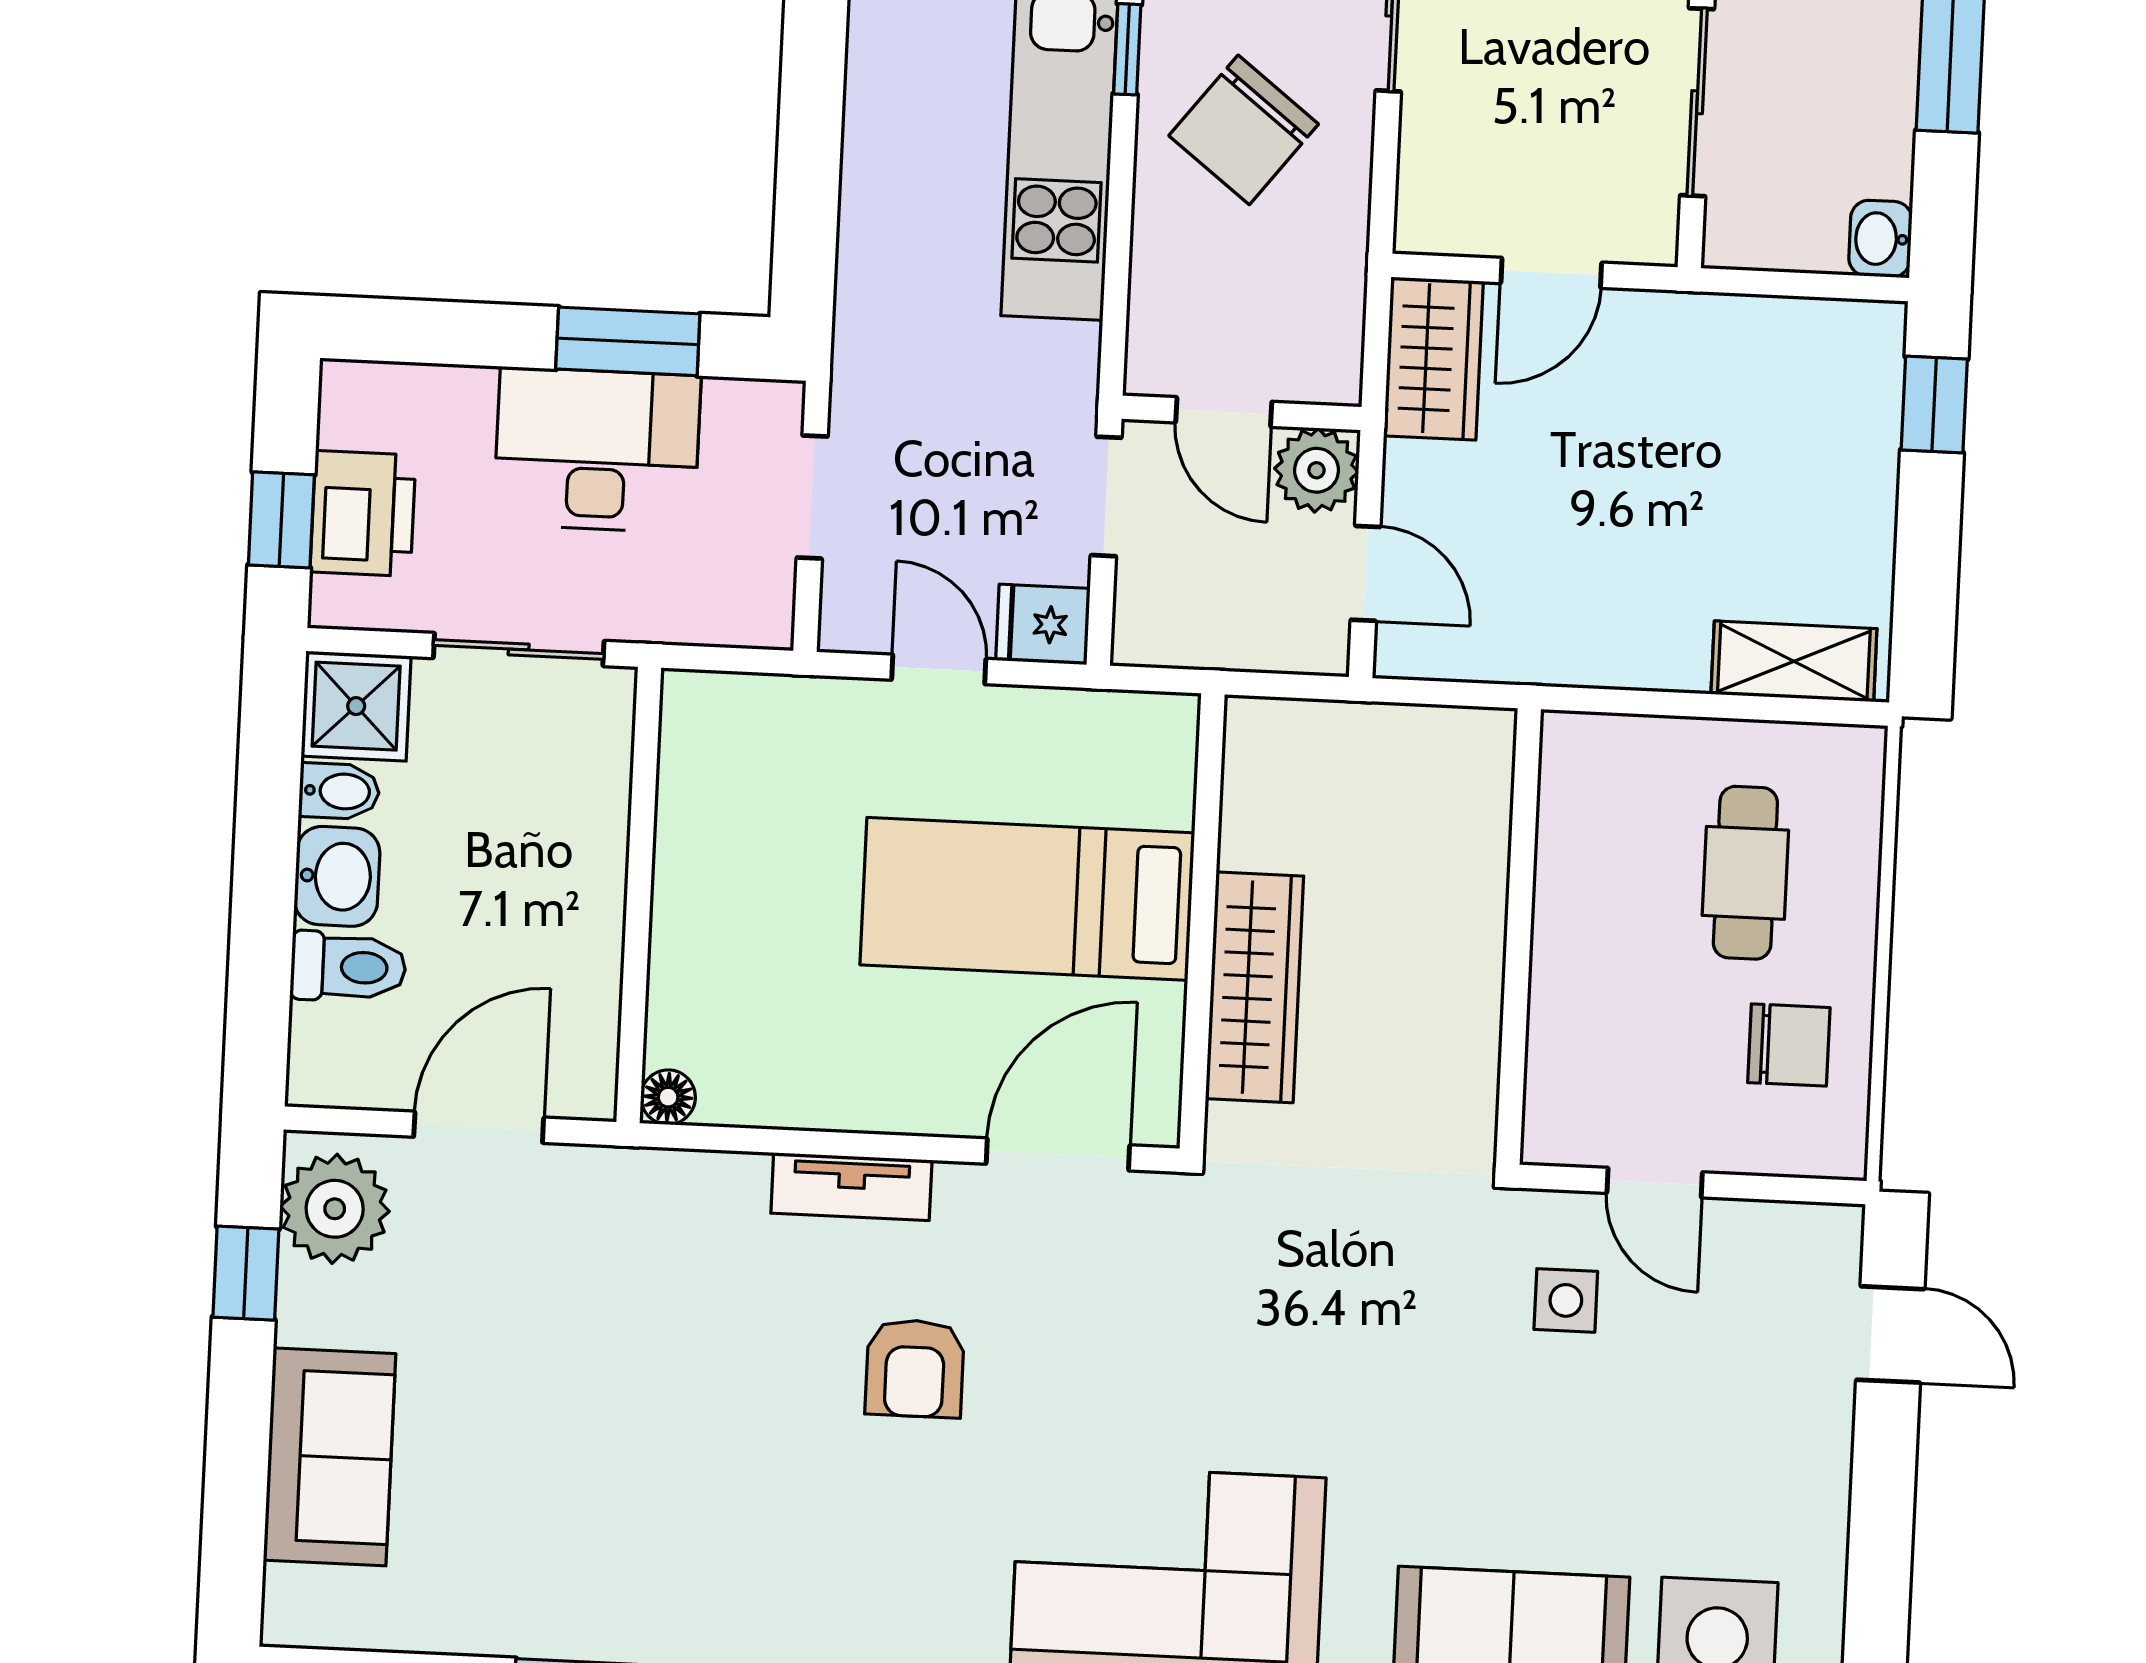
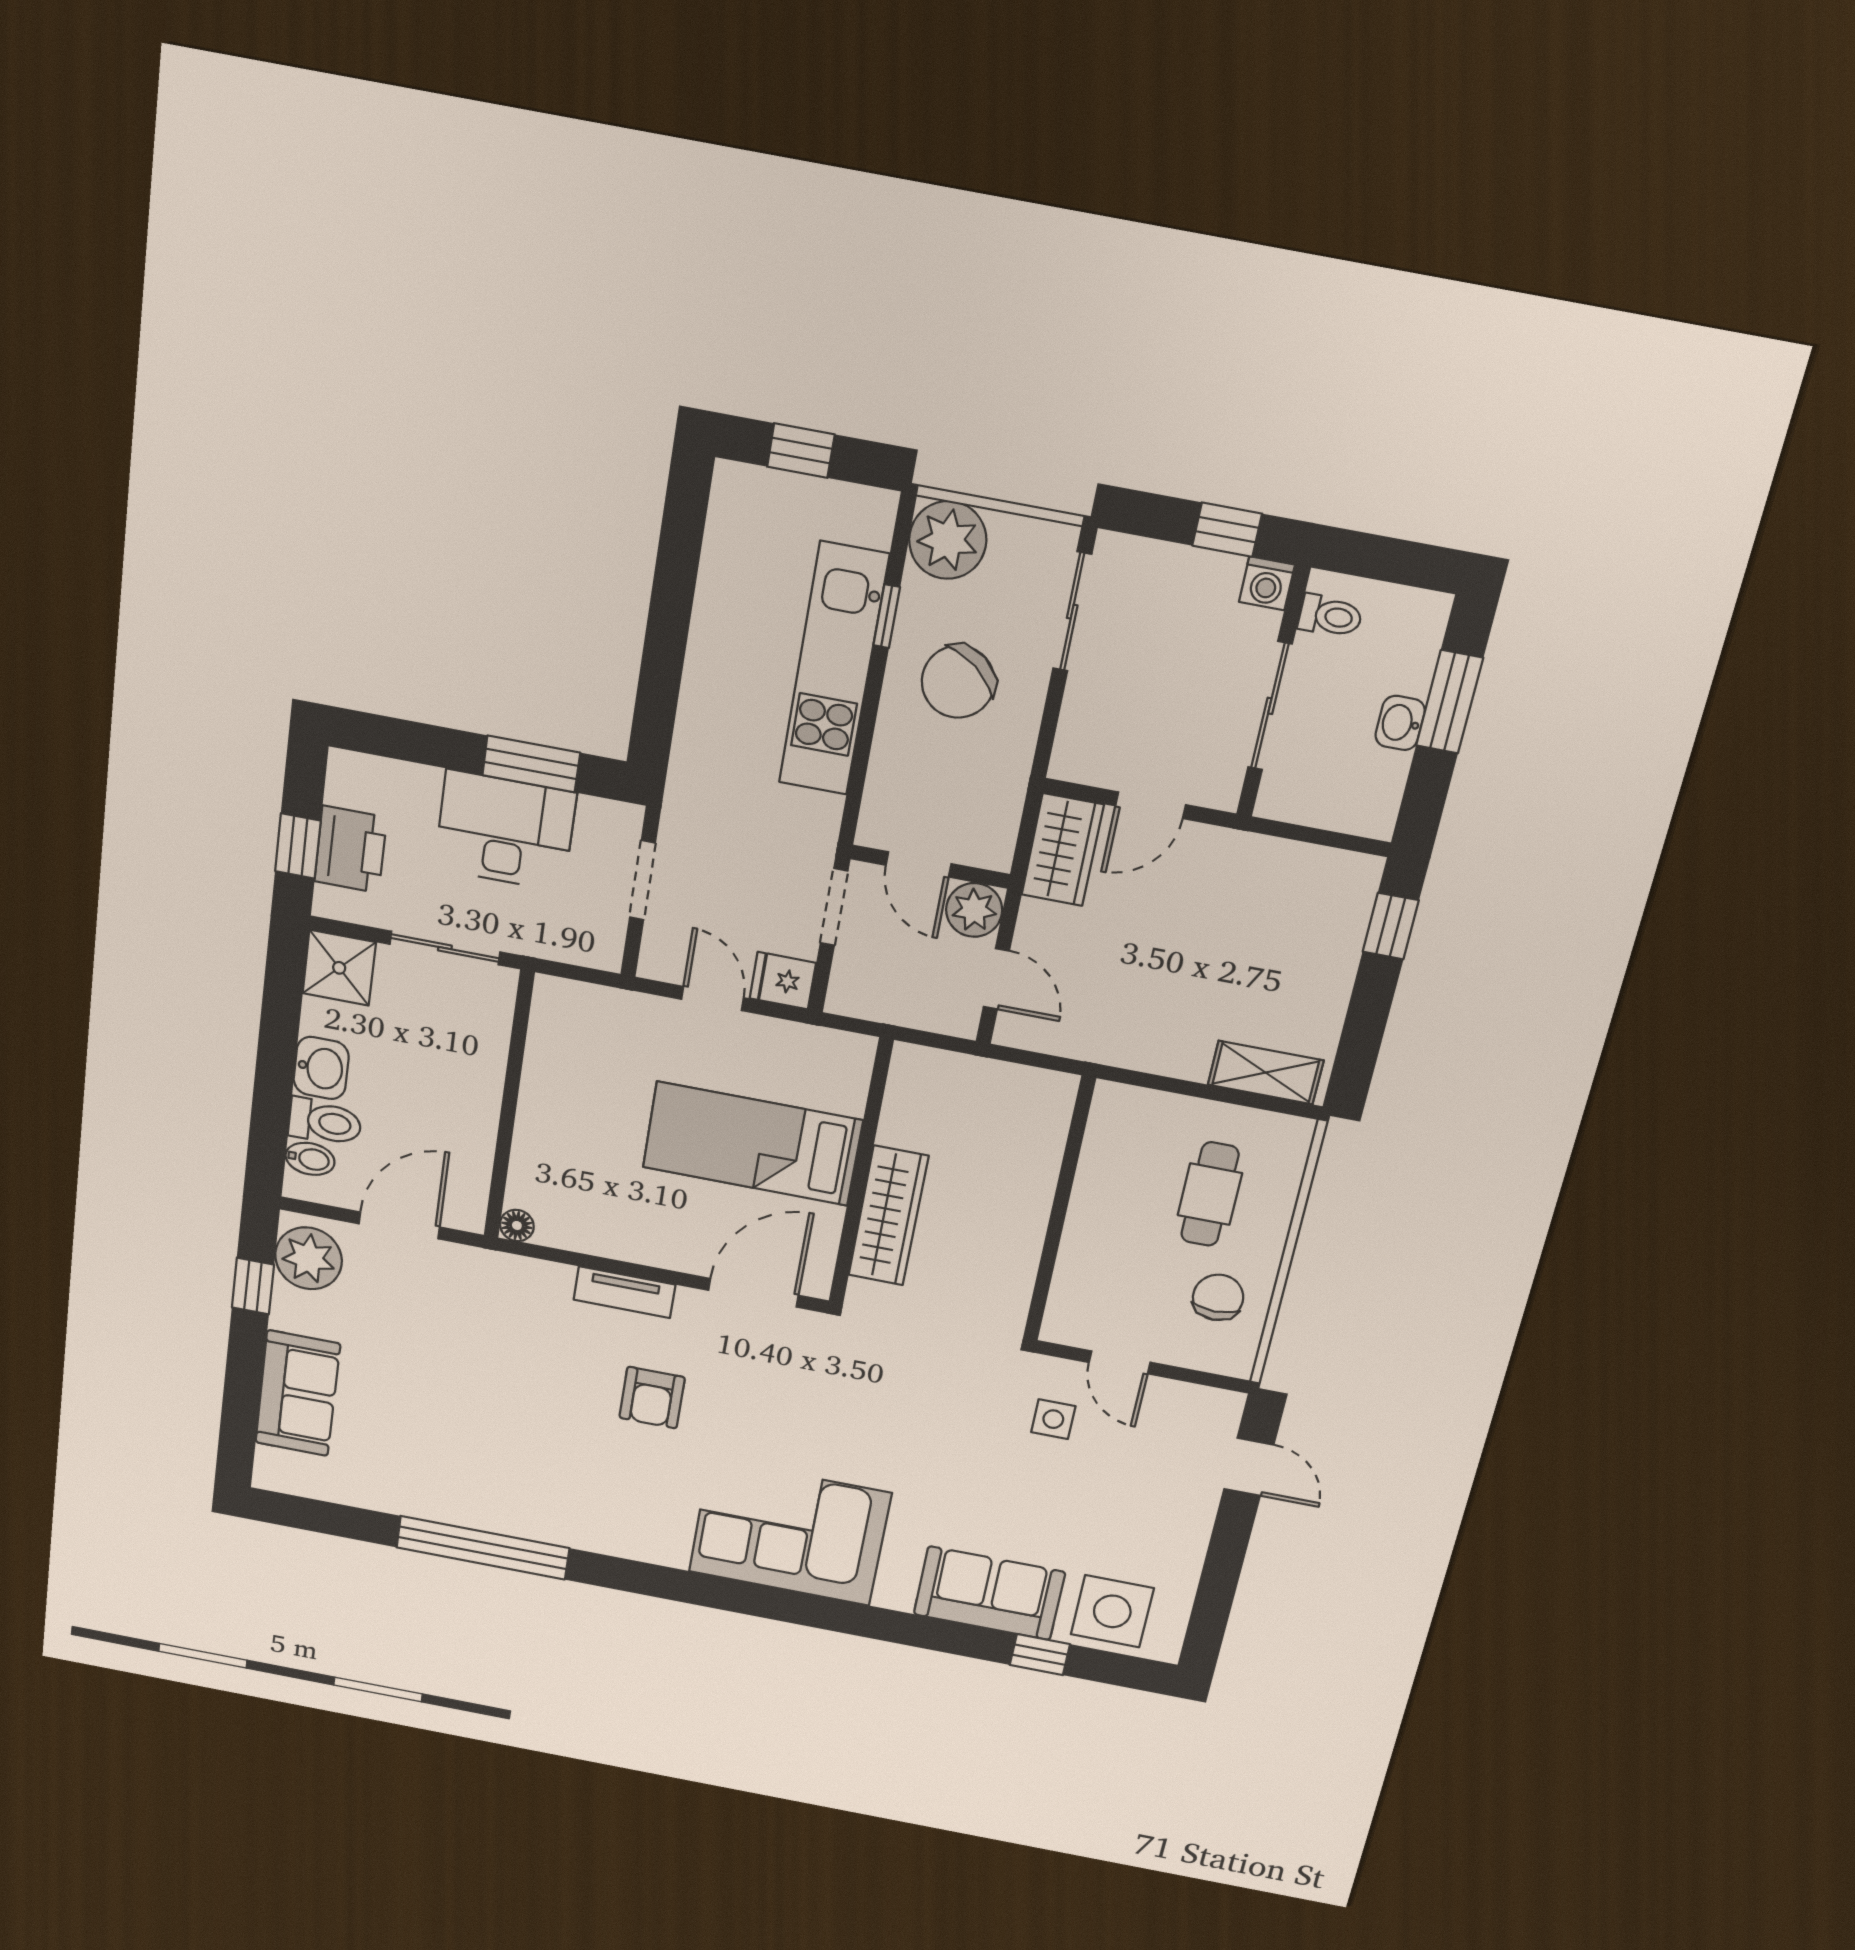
washbasin: (1880, 239) -> (1400, 723), moved
bidet: (339, 791) -> (310, 1159), moved
chair: (1789, 1045) -> (1218, 1297), turned -90

